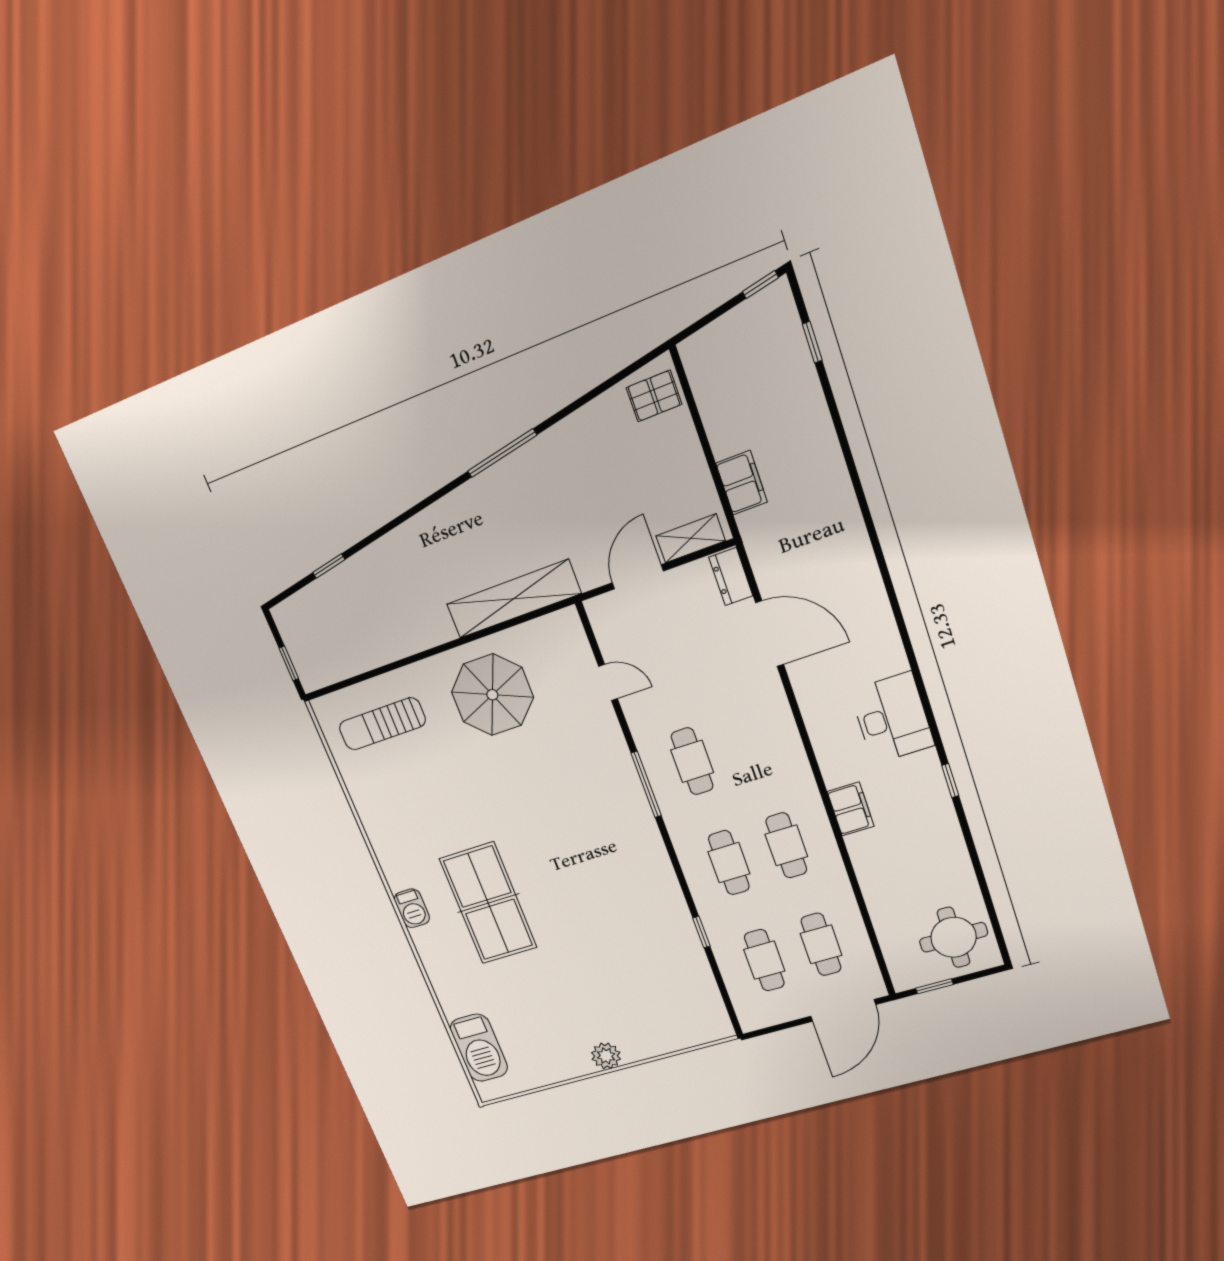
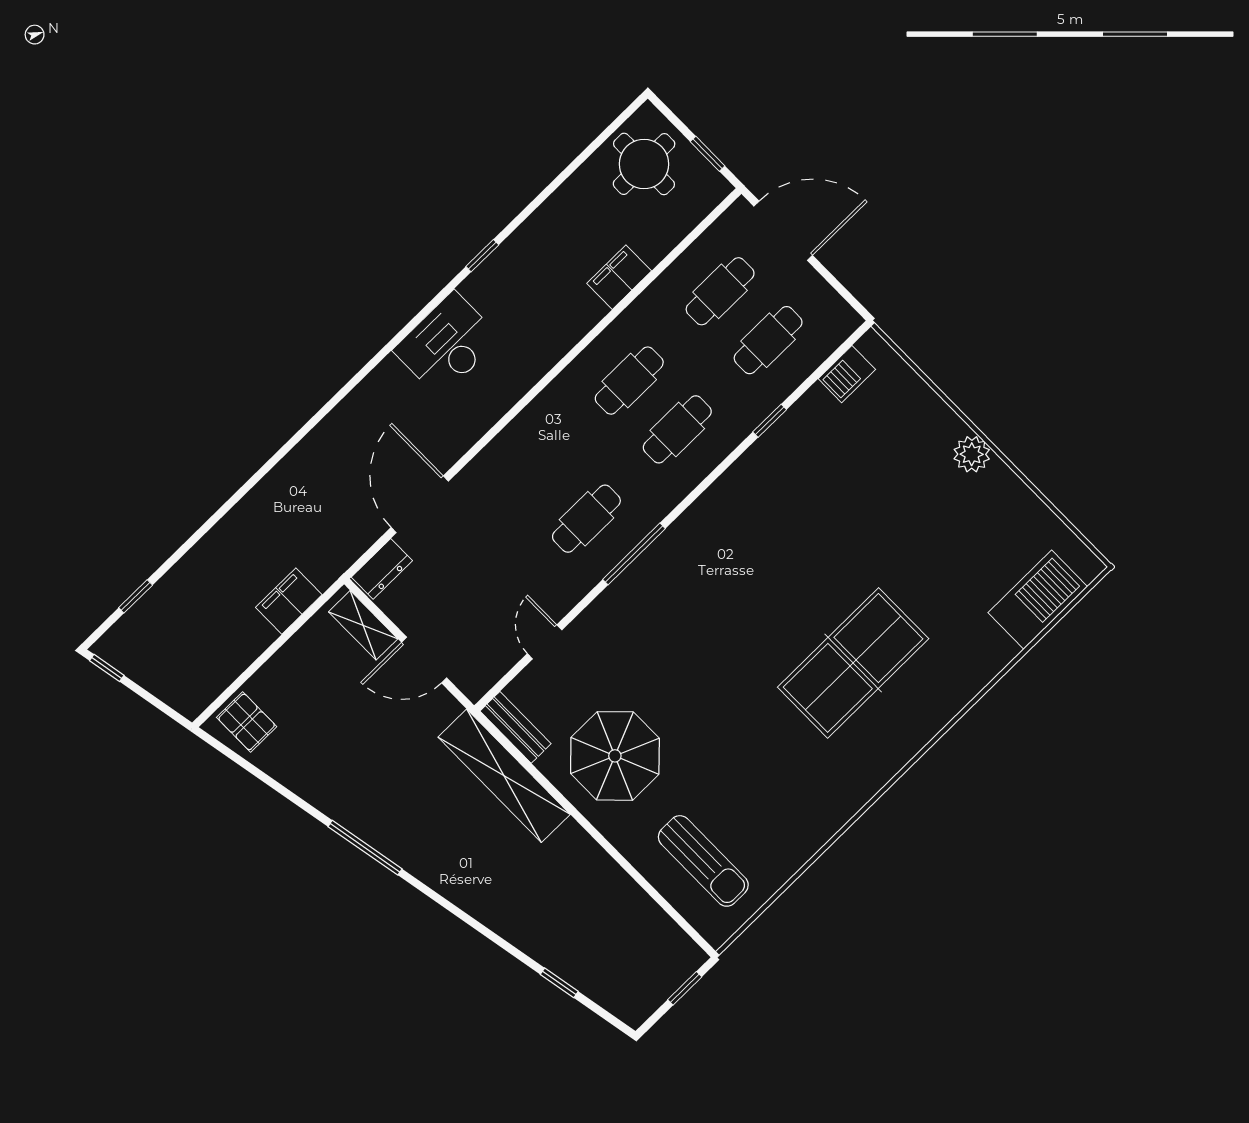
bench: (549, 627) -> (515, 727), added
filing cabinet: (851, 809) -> (619, 277), moved
barbecue: (412, 908) -> (847, 374), moved, turned 180

